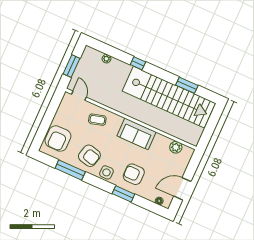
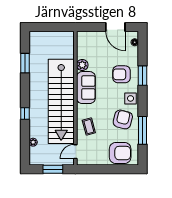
stairs: (169, 97) -> (61, 101), moved, turned 180
plant: (176, 147) -> (82, 65), moved
armchair: (134, 174) -> (122, 74), turned 90

